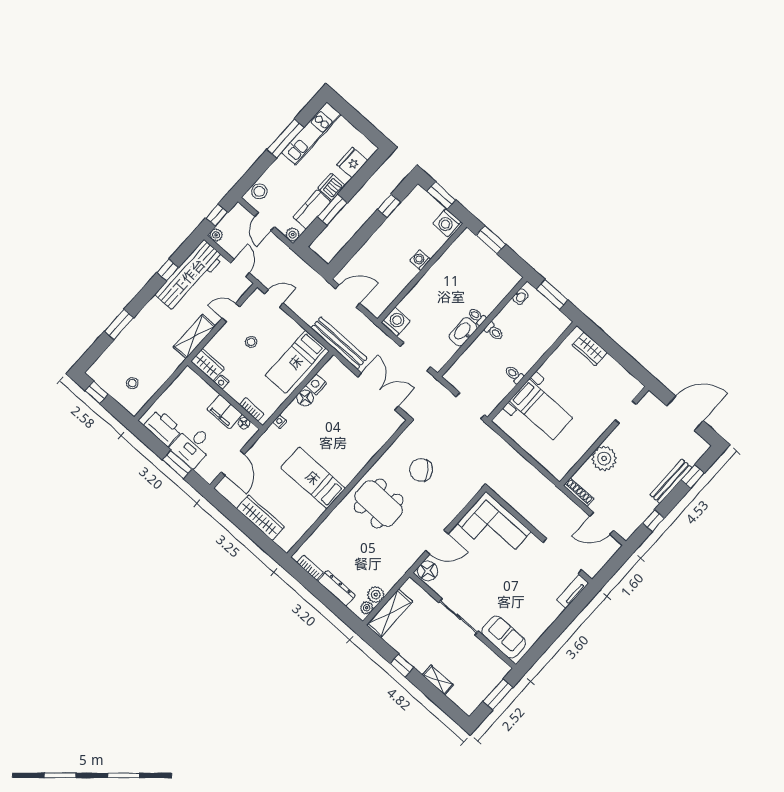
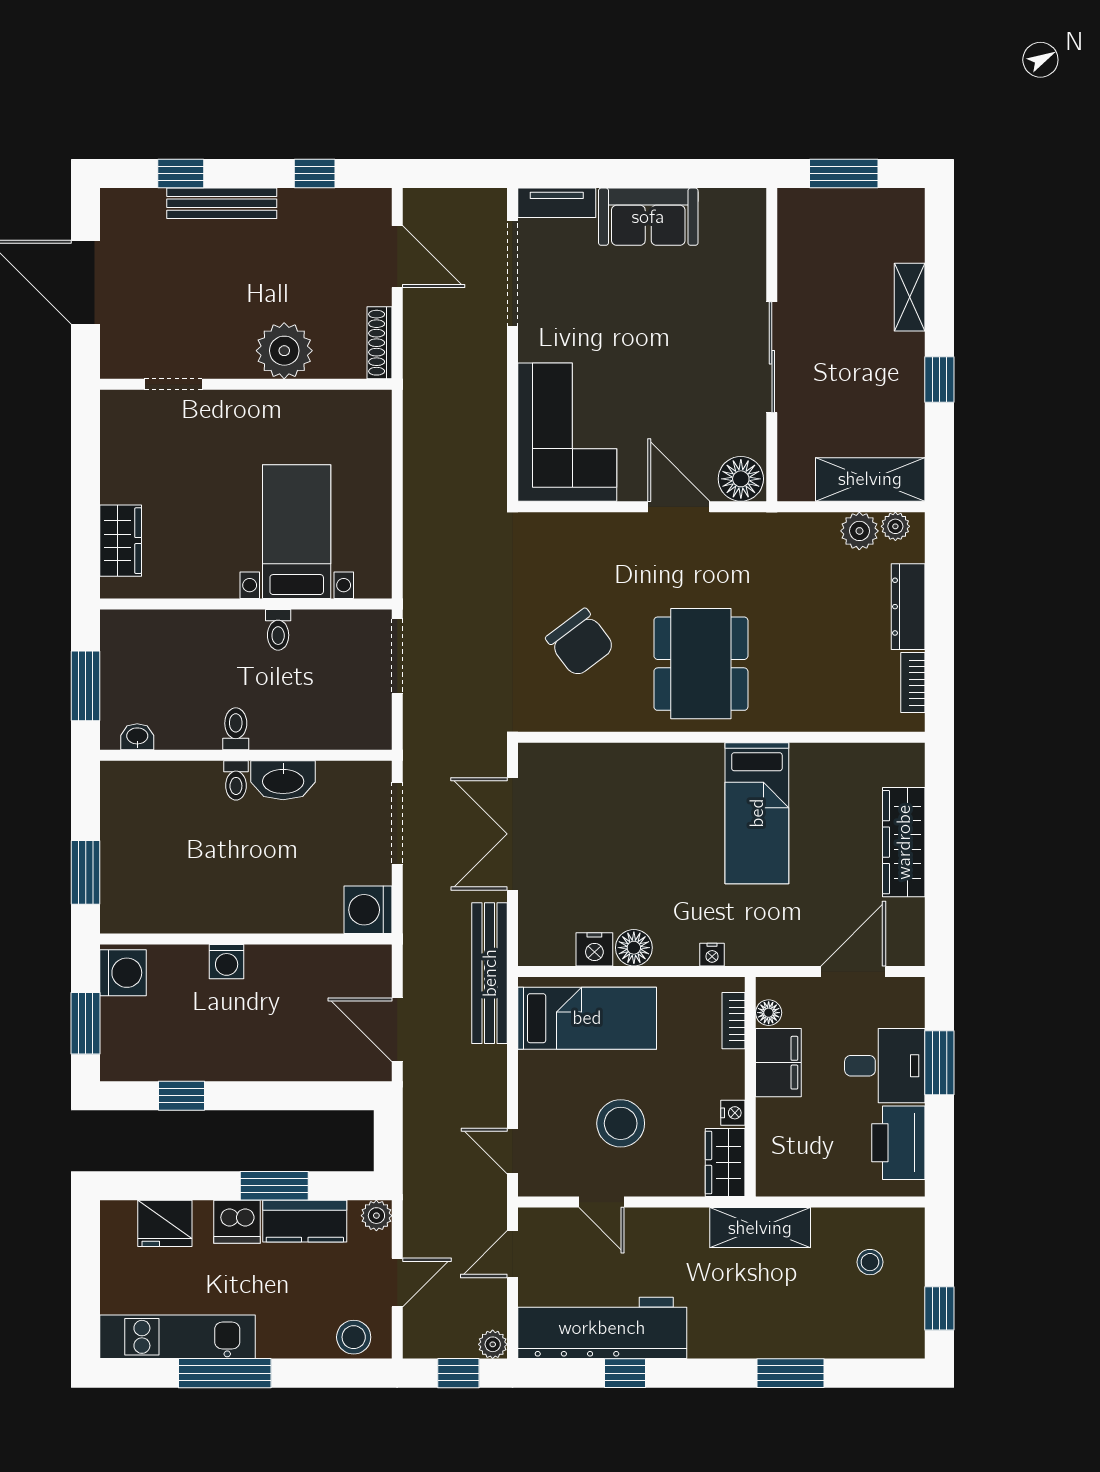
shelving: (194, 337) -> (760, 1228), moved
stool: (251, 342) -> (621, 1123), width x1.89, depth x1.89
sofa: (504, 637) -> (648, 217), moved, turned -90

